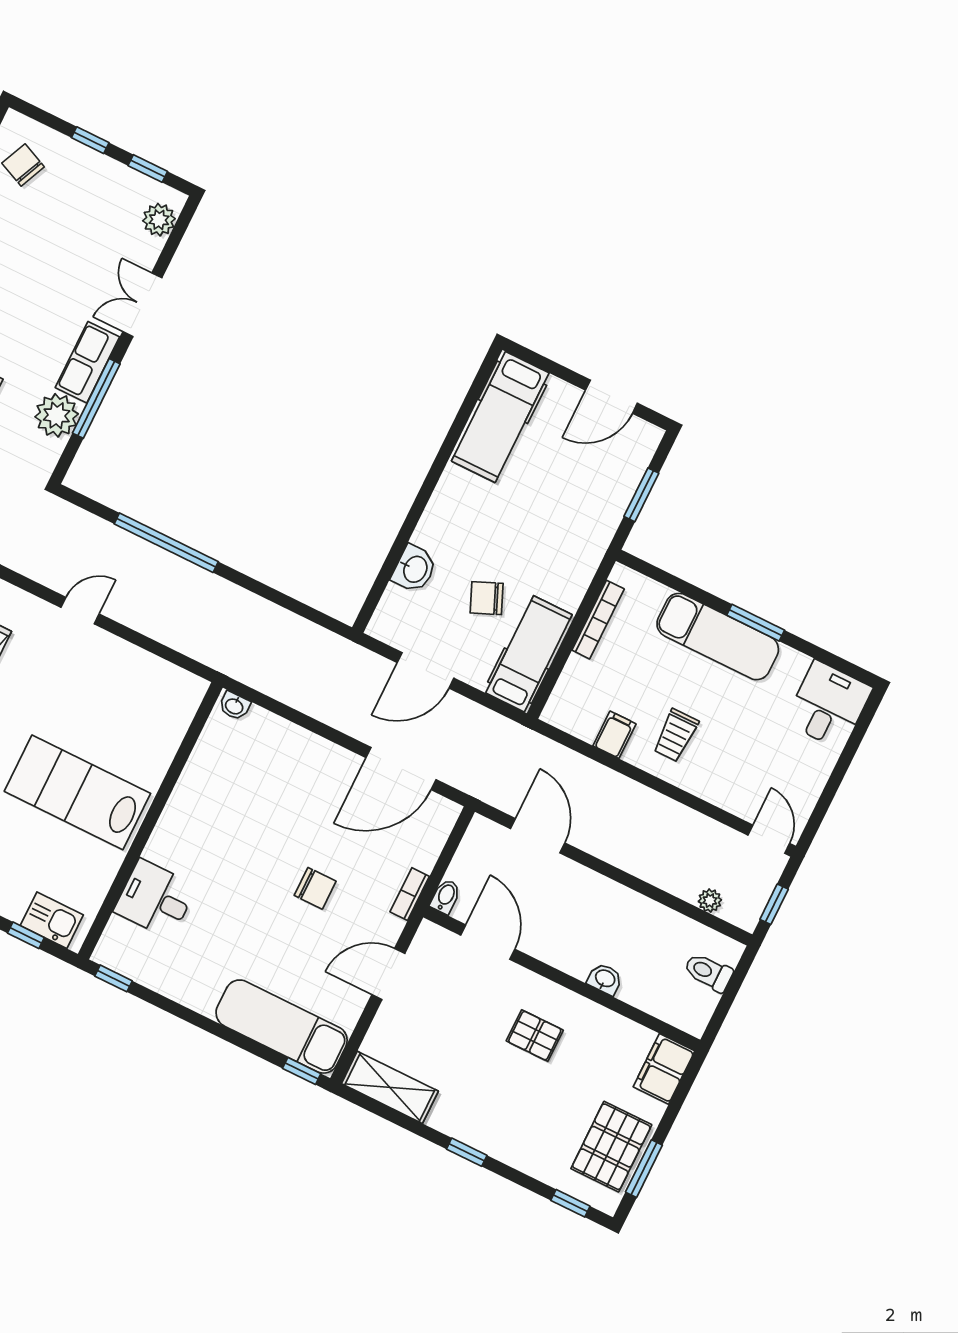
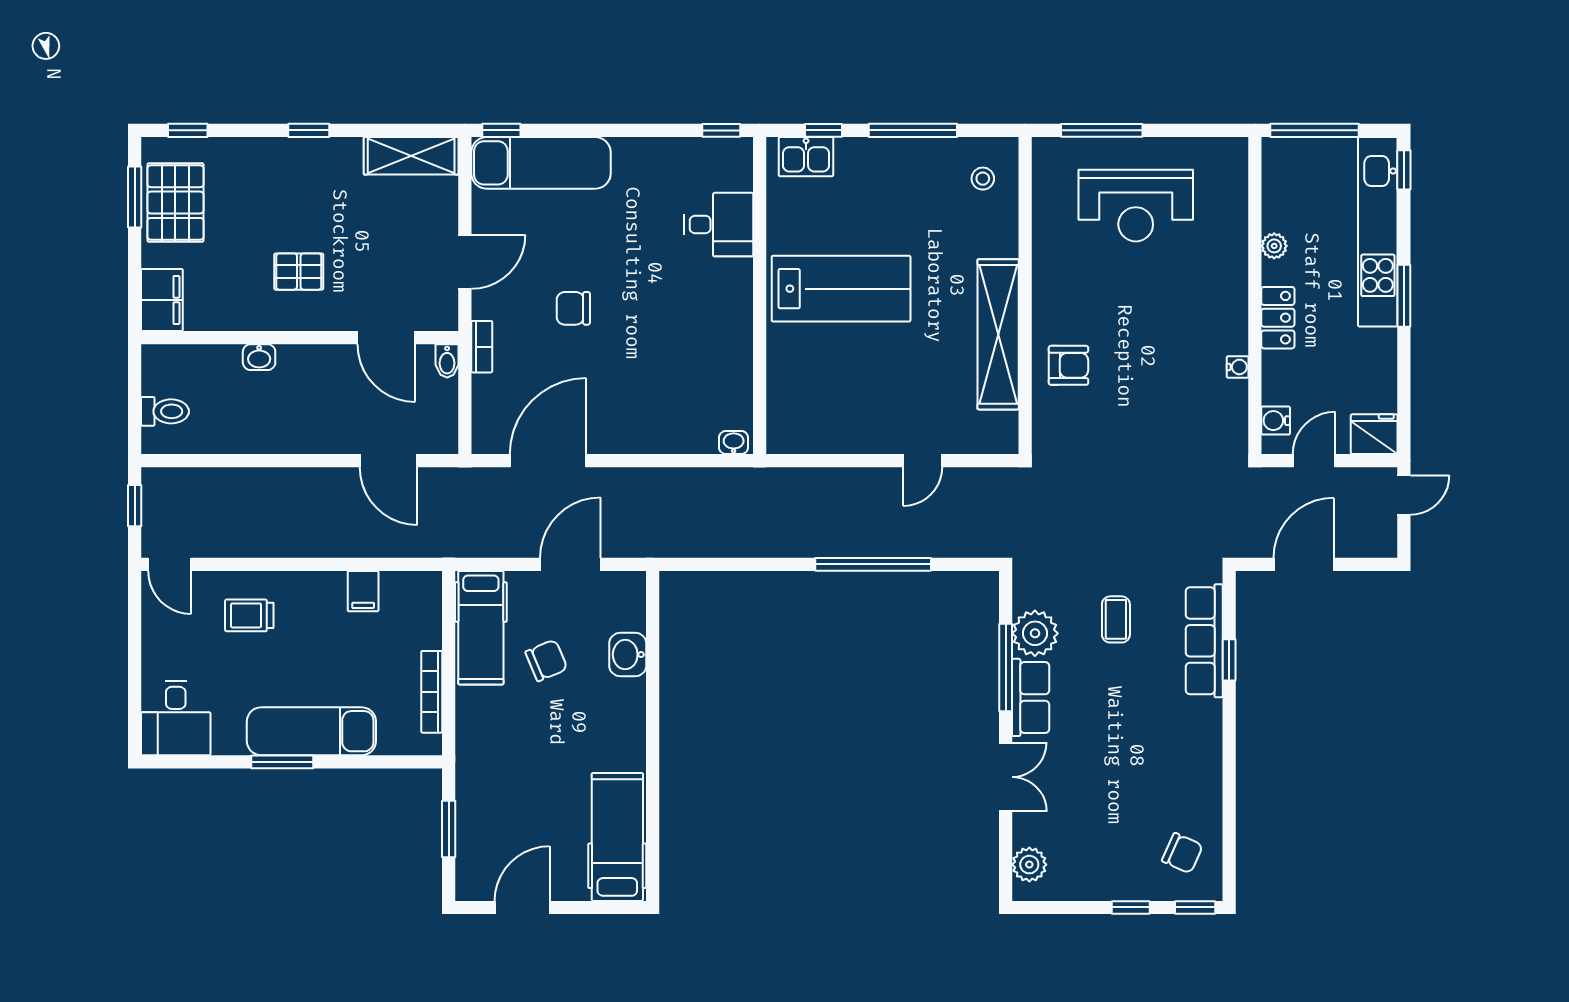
window: (148, 168) -> (1195, 907), moved
trolley: (676, 735) -> (249, 615), moved, turned -90
plant: (710, 901) -> (197, 479), removed

